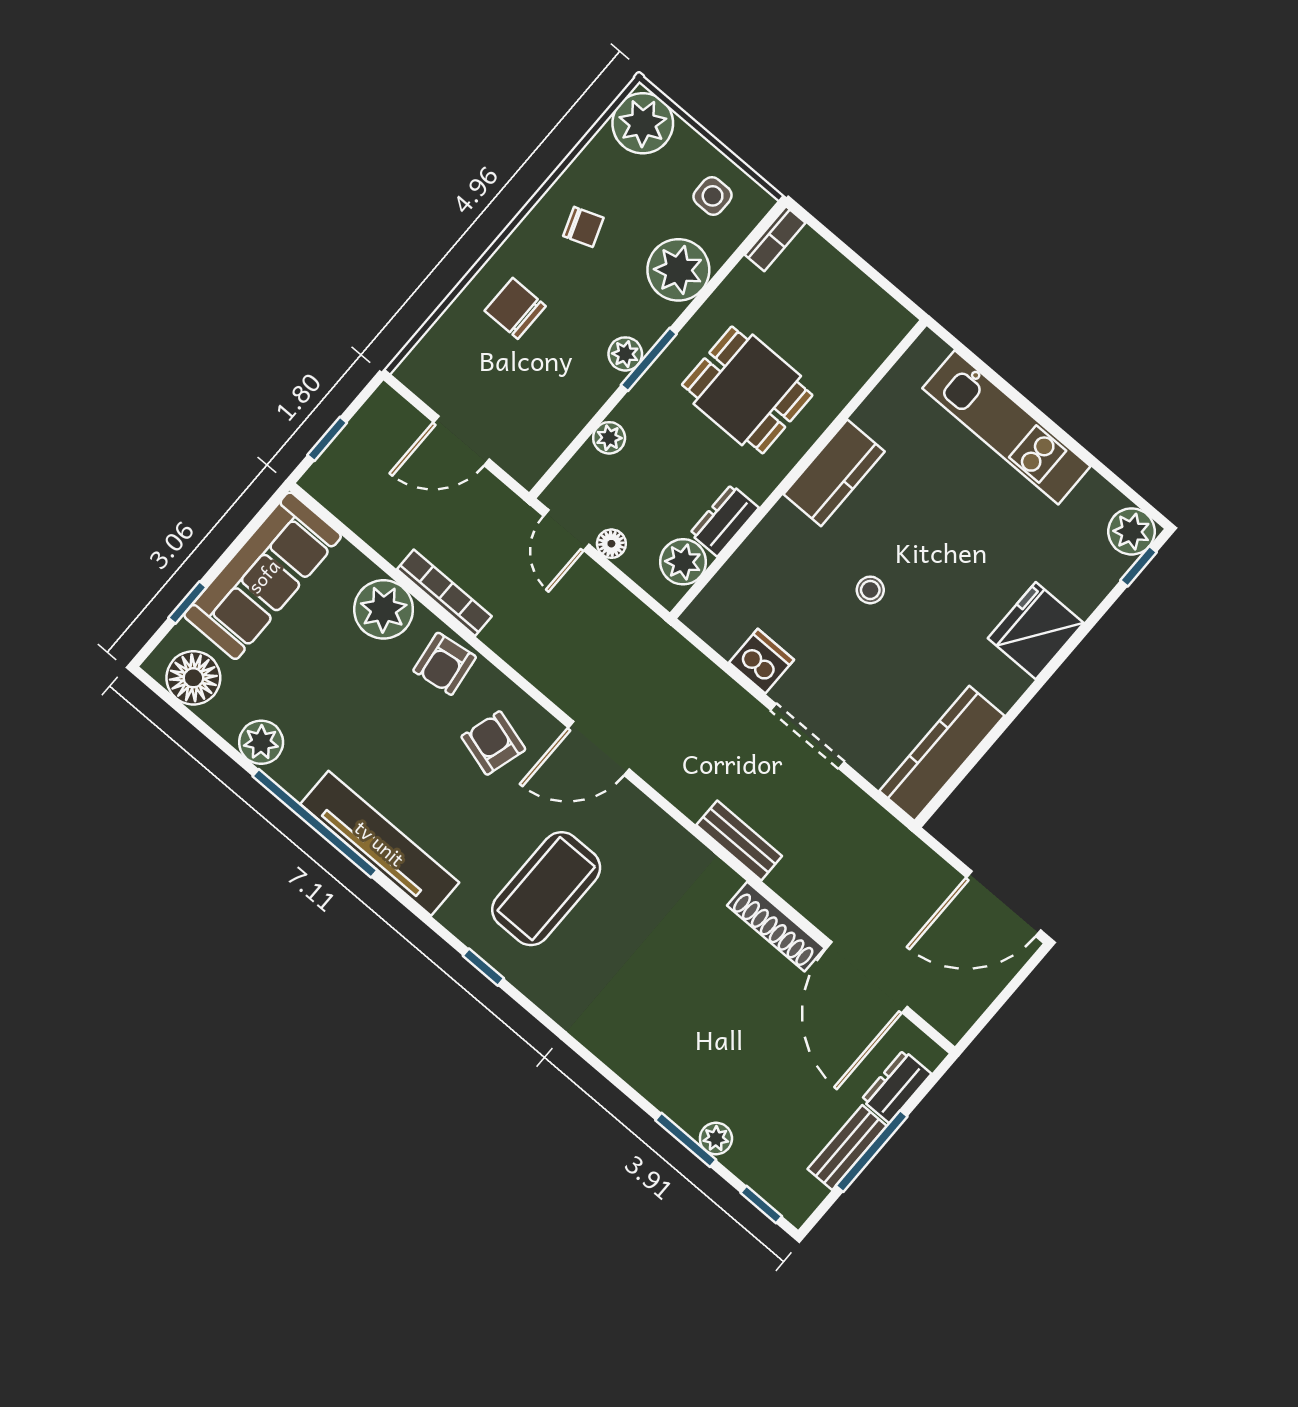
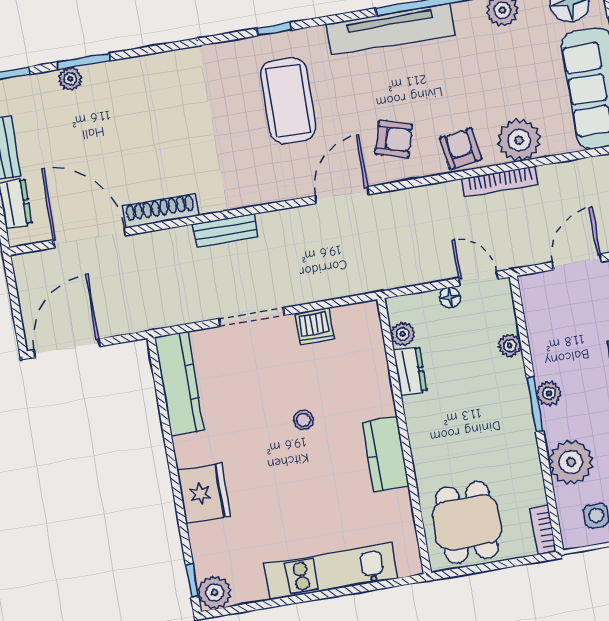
dining table: (747, 390) -> (467, 522), moved, turned 90
plant: (683, 562) -> (403, 334), width x0.73, depth x0.73

